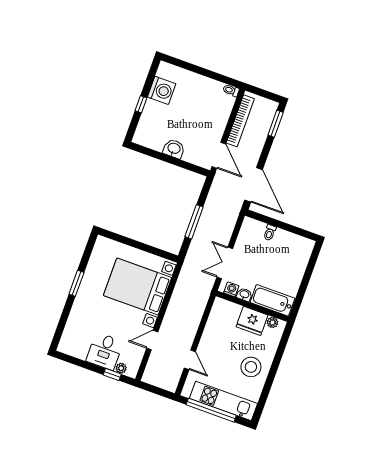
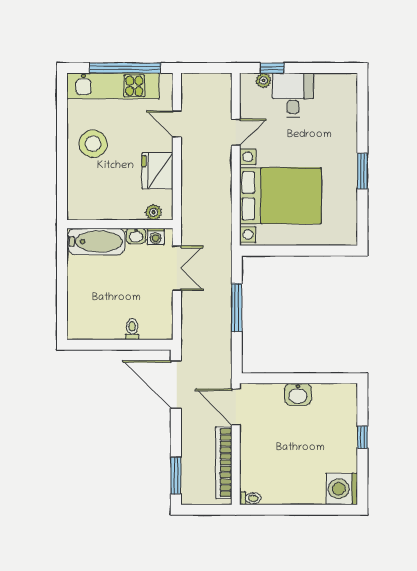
washing machine: (162, 90) -> (342, 489), moved
fridge: (252, 321) -> (157, 171), moved, turned -90
plant: (272, 322) -> (153, 212), moved

